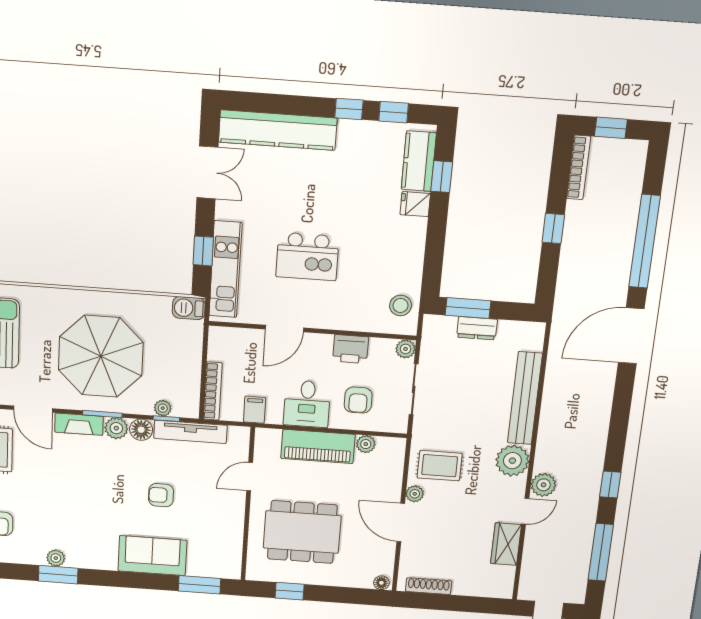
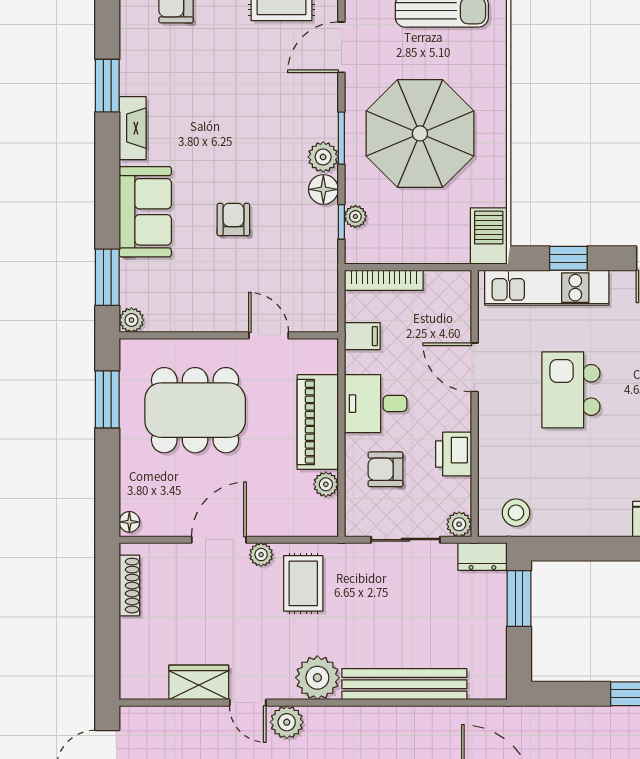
barbecue: (189, 308) -> (489, 236), width x1.38, depth x1.27
dresser: (477, 328) -> (482, 557), moved, turned -90
fireplace: (79, 424) -> (133, 128), moved, turned 180
tv unit: (190, 432) -> (325, 254), removed
dining table: (302, 532) -> (195, 410), turned 90
plant: (56, 558) -> (131, 320), moved
window: (290, 591) -> (107, 399), width x1.50

